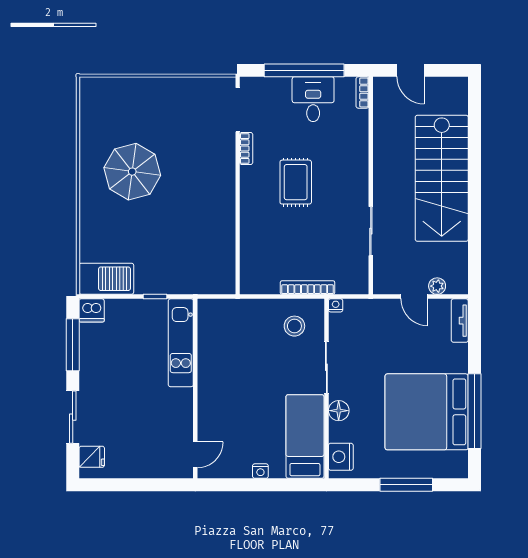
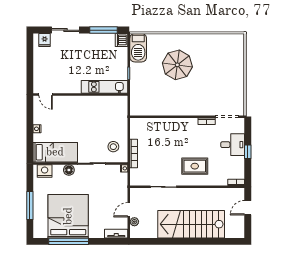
window: (304, 70) -> (248, 152), width x0.32
desk: (313, 99) -> (233, 145), moved
parasol: (132, 172) -> (177, 65), moved
rug: (296, 182) -> (195, 166), moved

